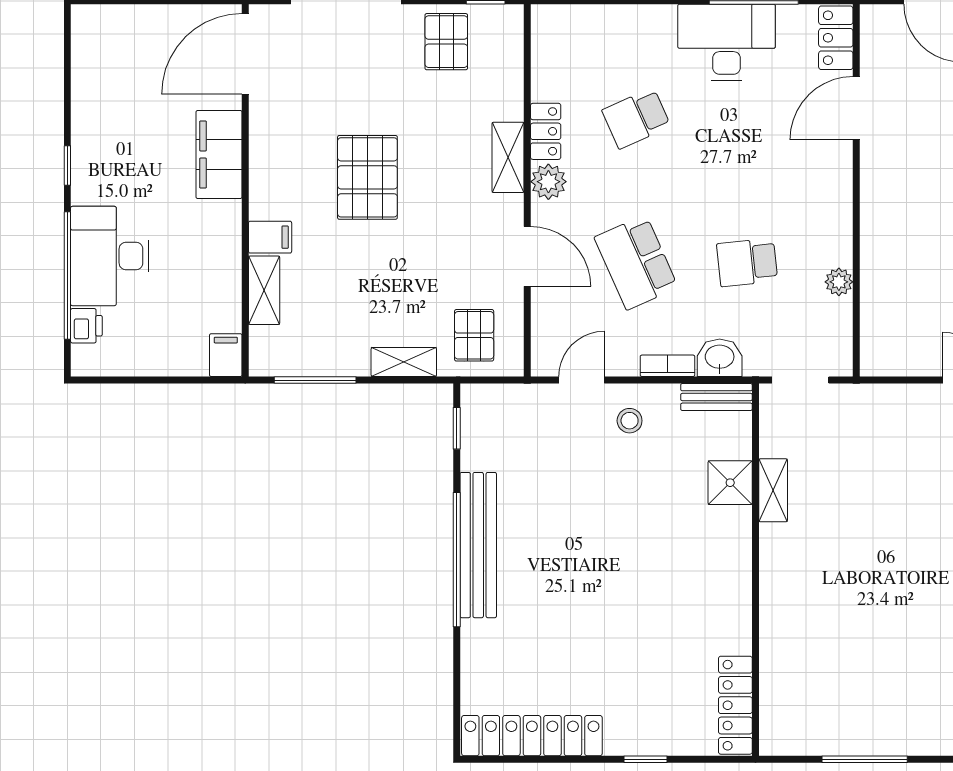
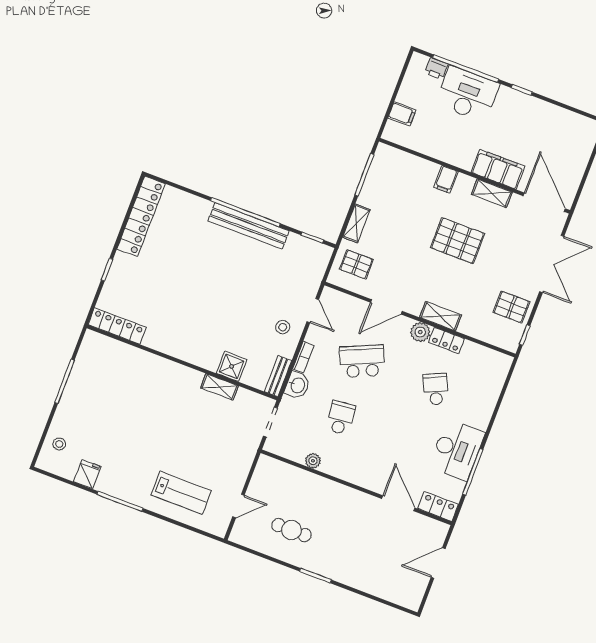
shelving: (264, 290) -> (492, 193), moved
filing cabinet: (226, 355) -> (402, 114), moved

